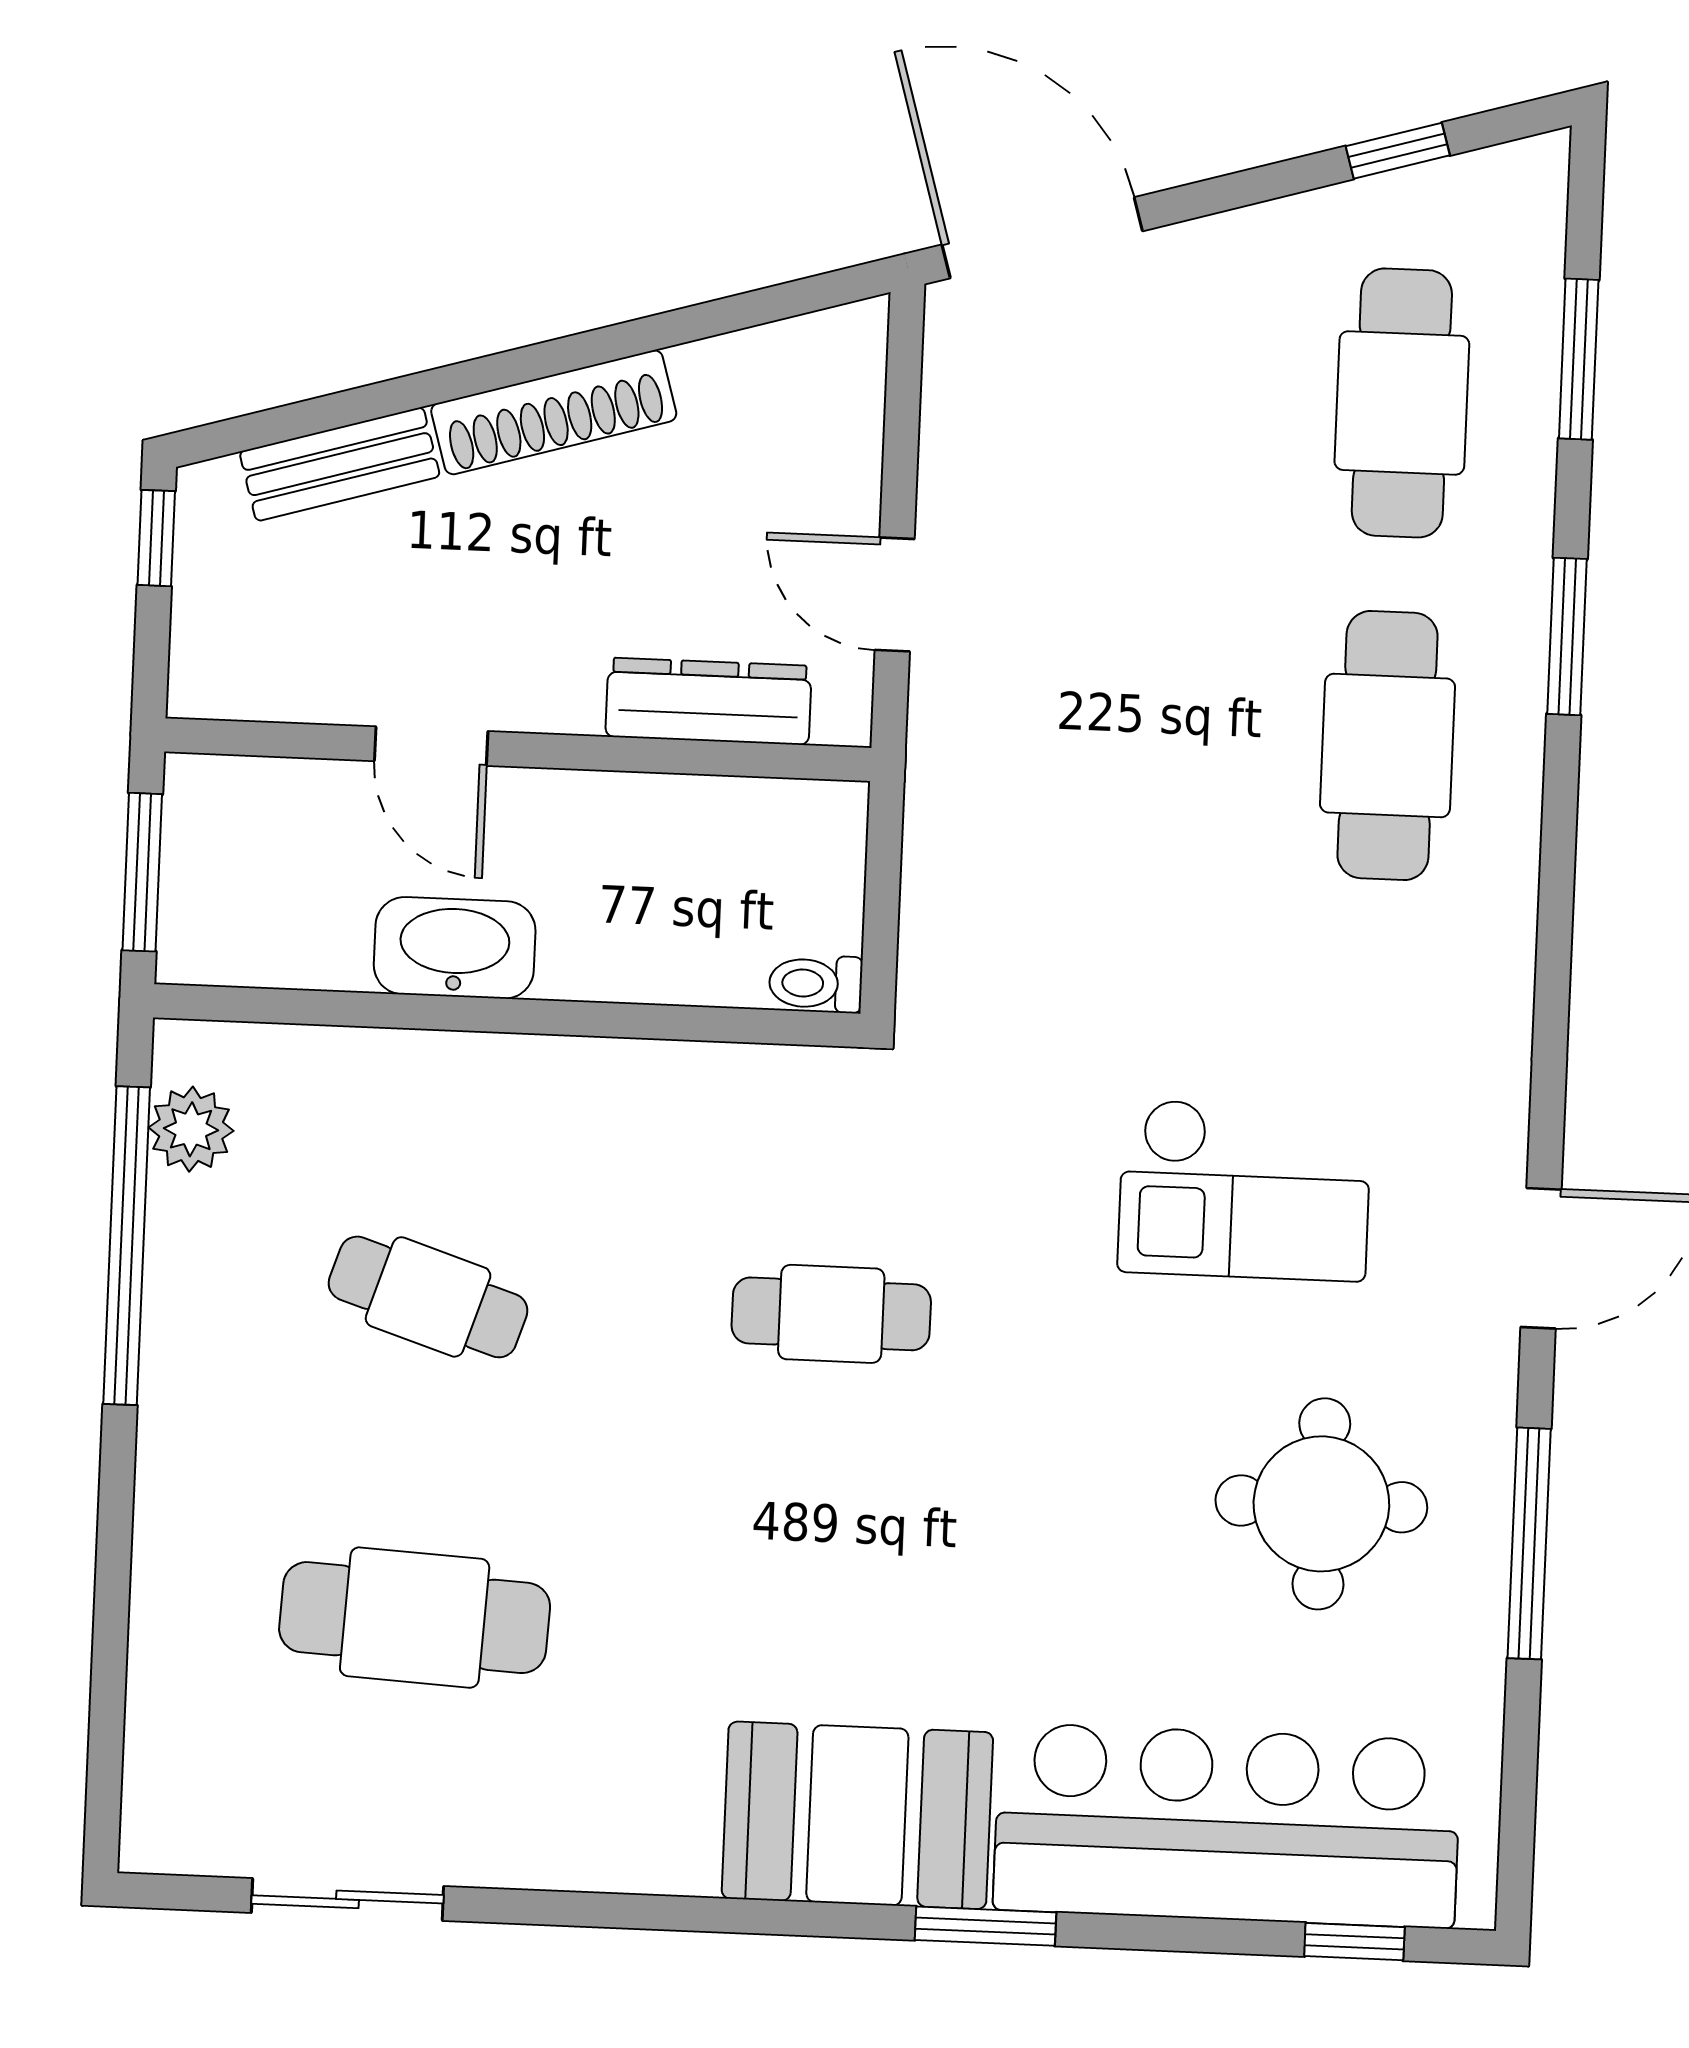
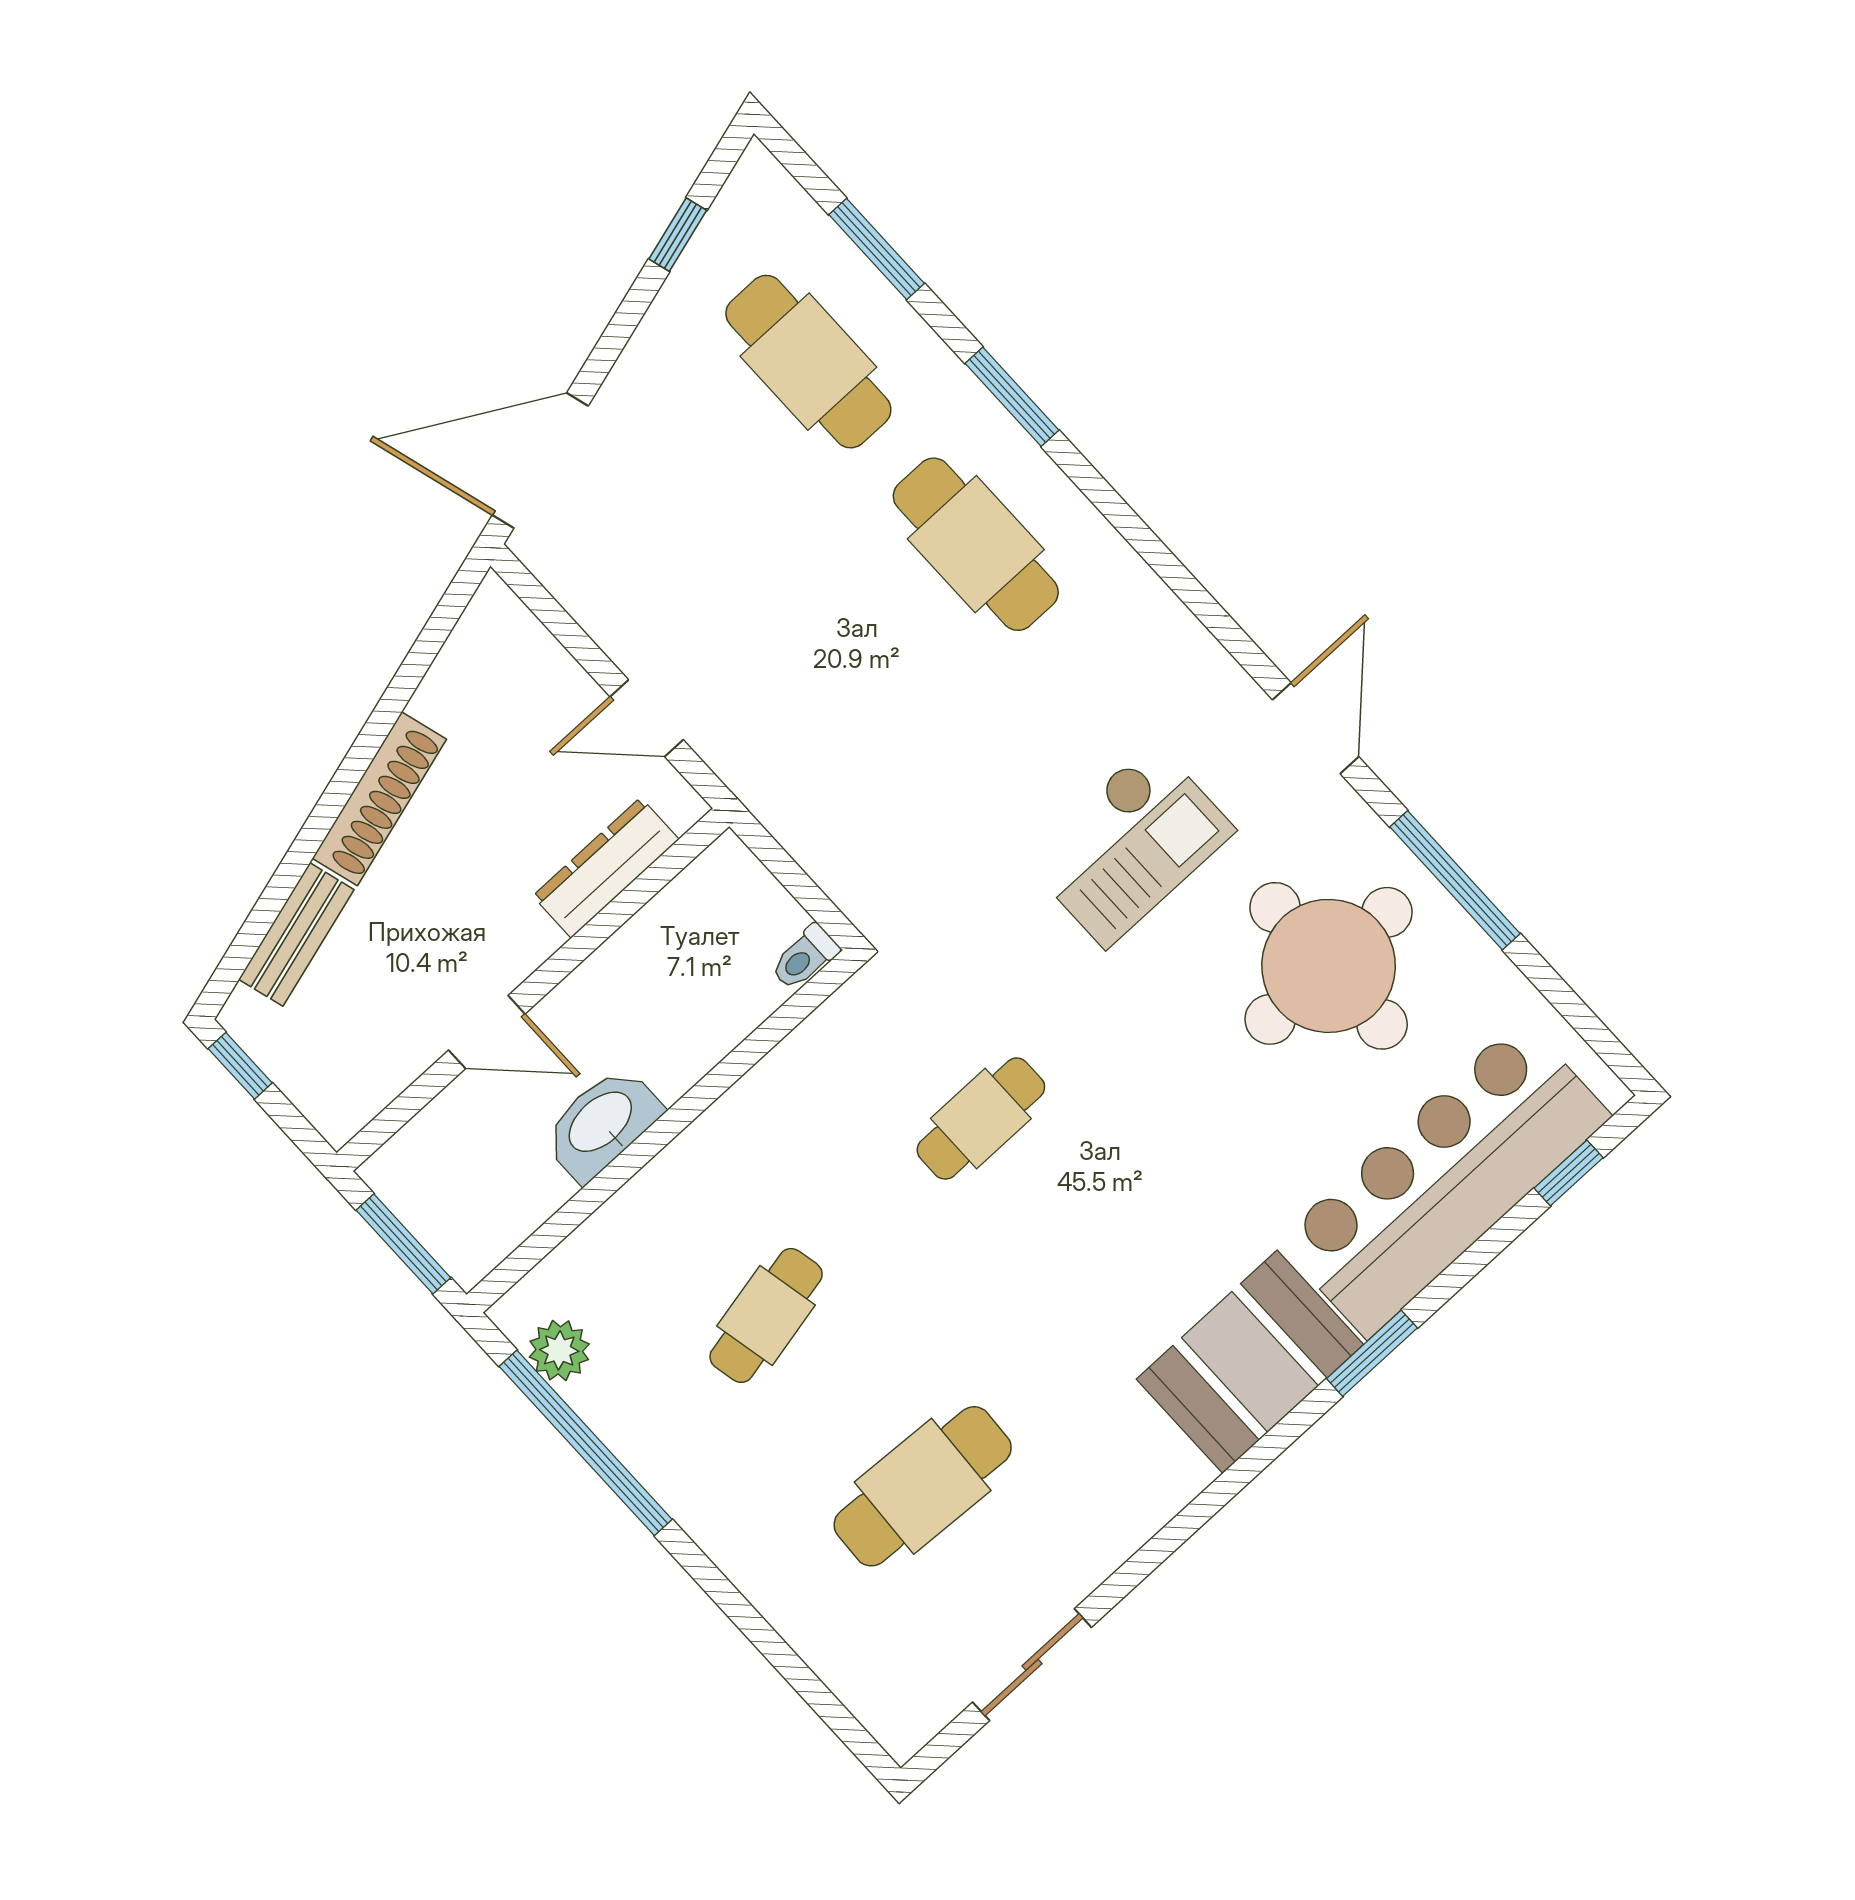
cafe table: (428, 1297) -> (766, 1315), turned -30
round table: (1321, 1504) -> (1329, 966), width x1.36, depth x1.36

